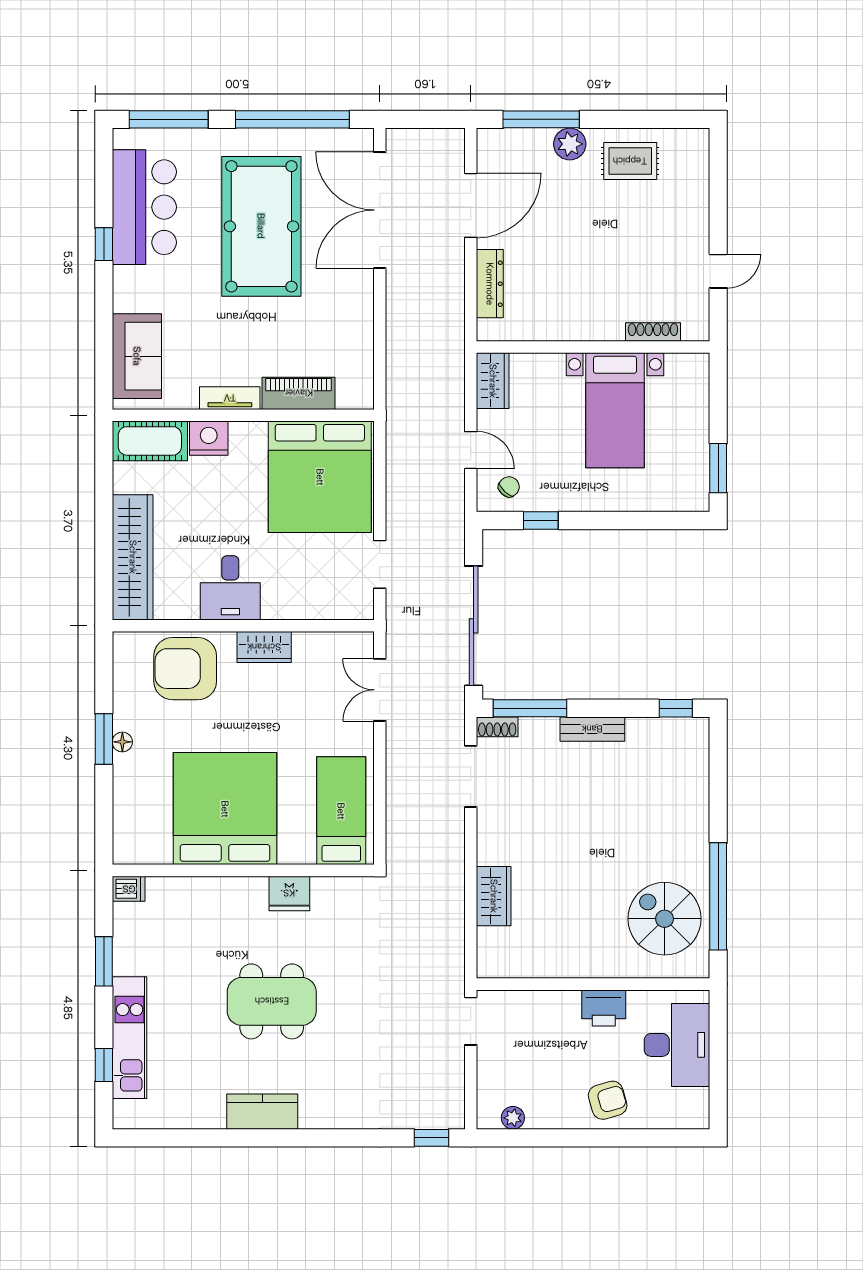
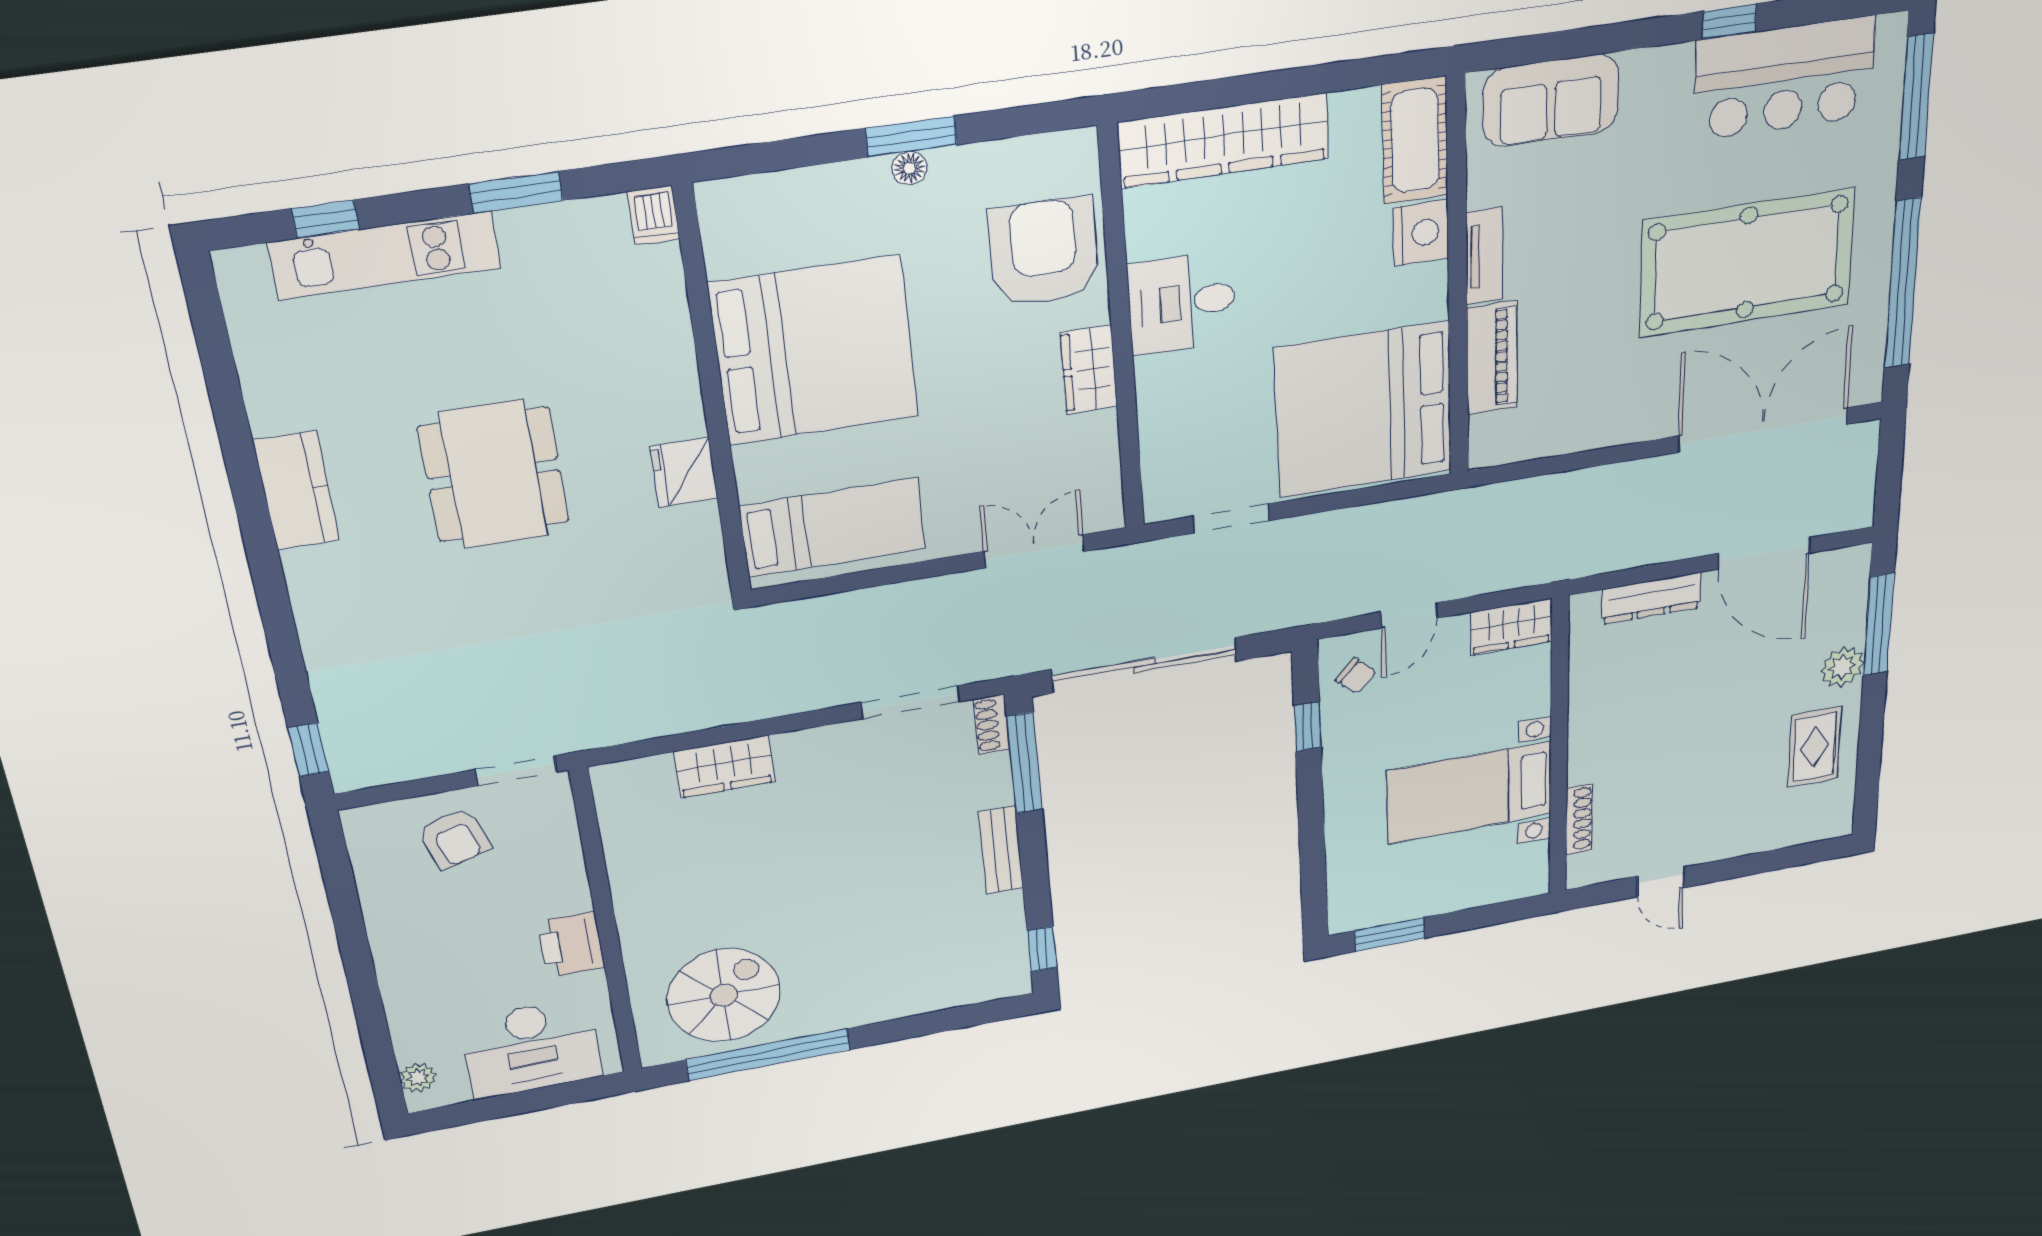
armchair: (608, 1100) -> (455, 838), moved
plant: (513, 1118) -> (418, 1078), moved

